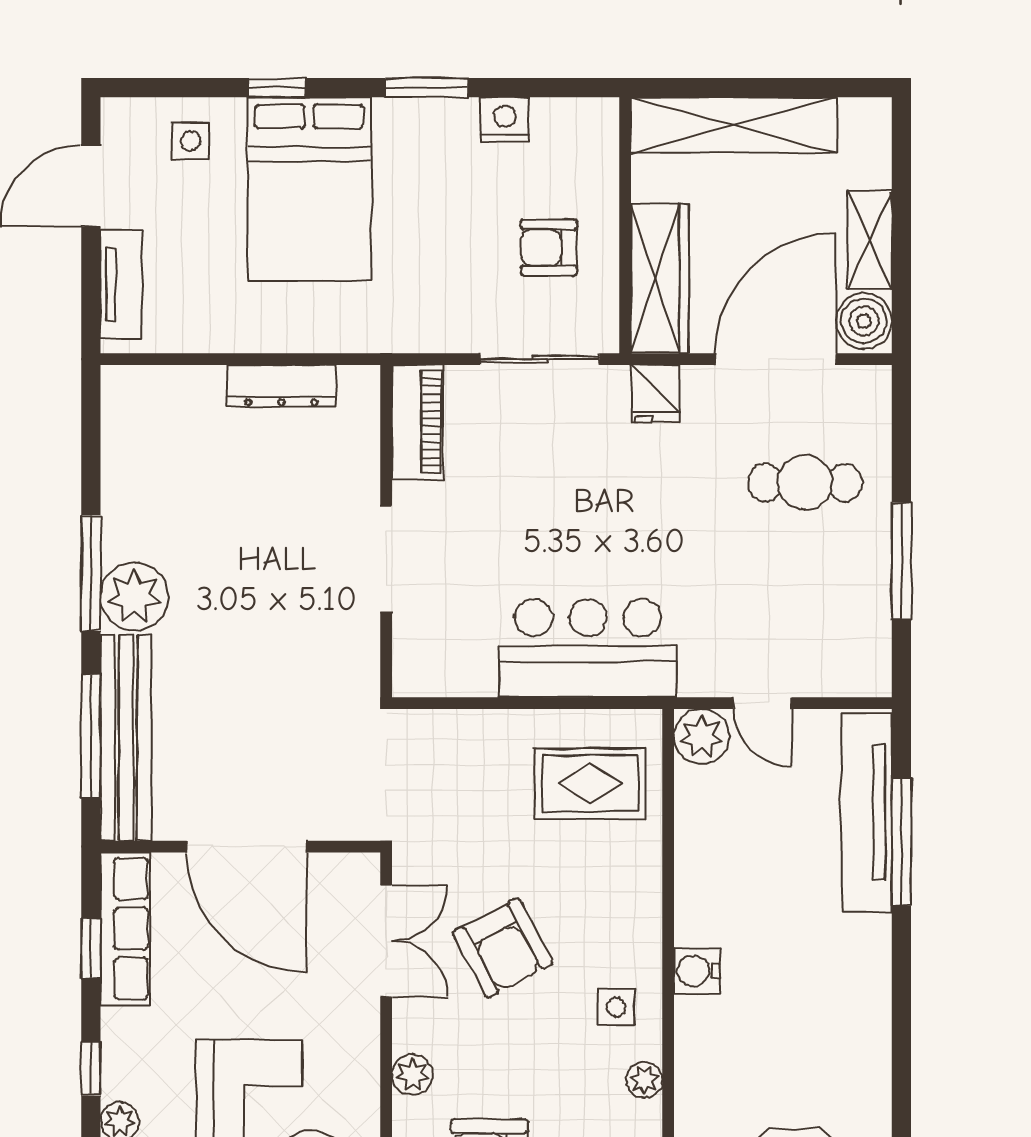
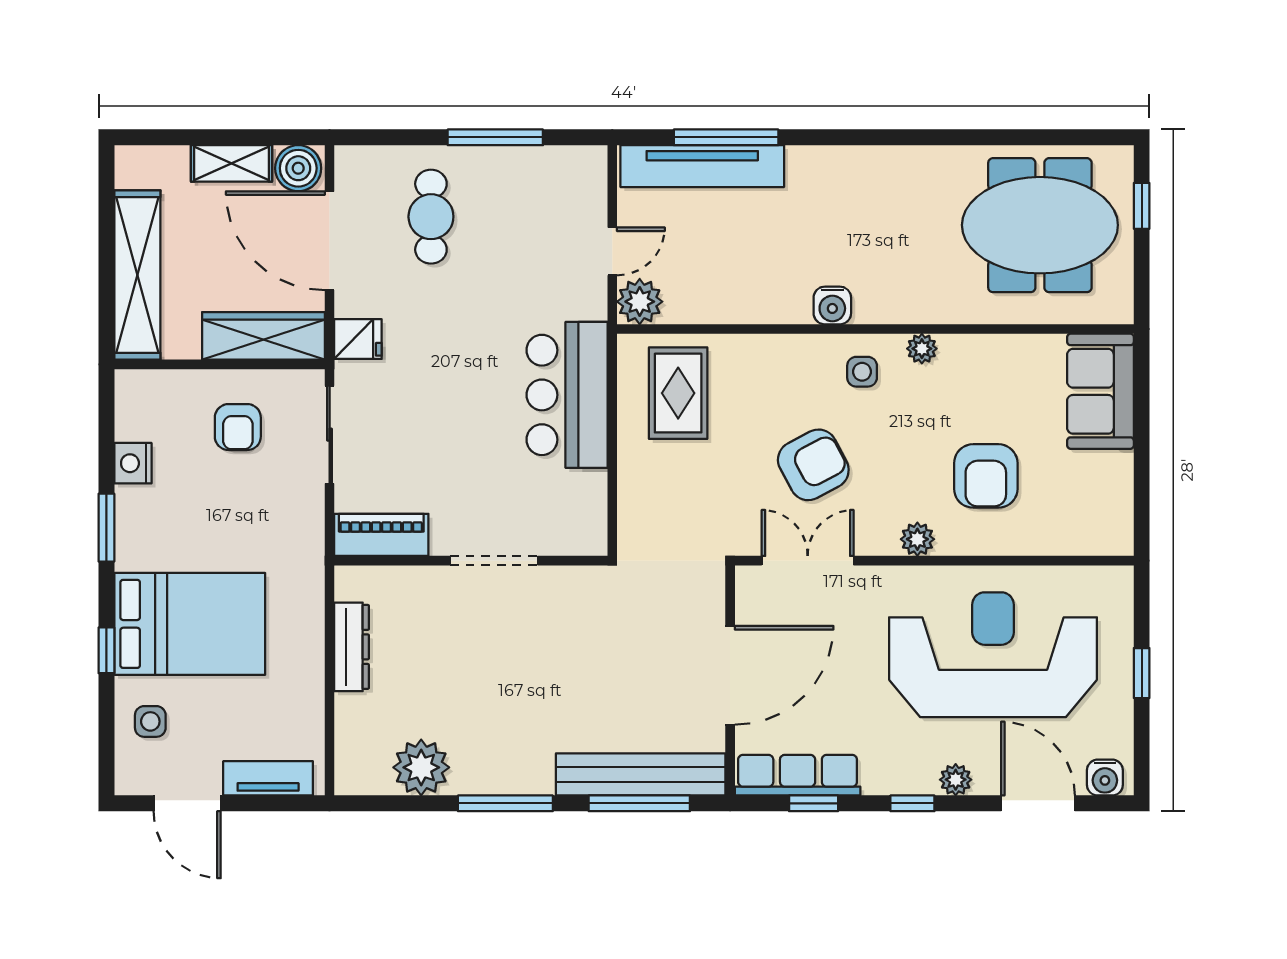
plant: (135, 597) -> (421, 767), moved

